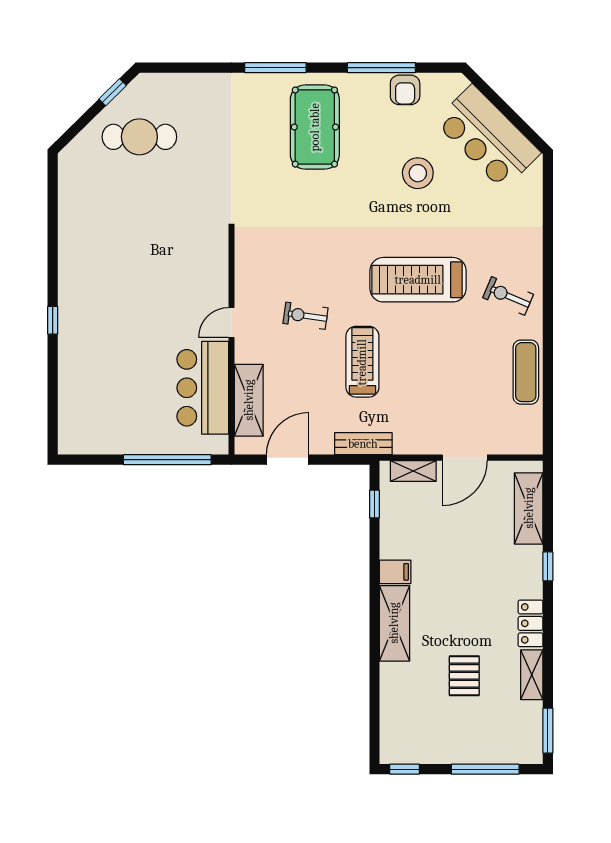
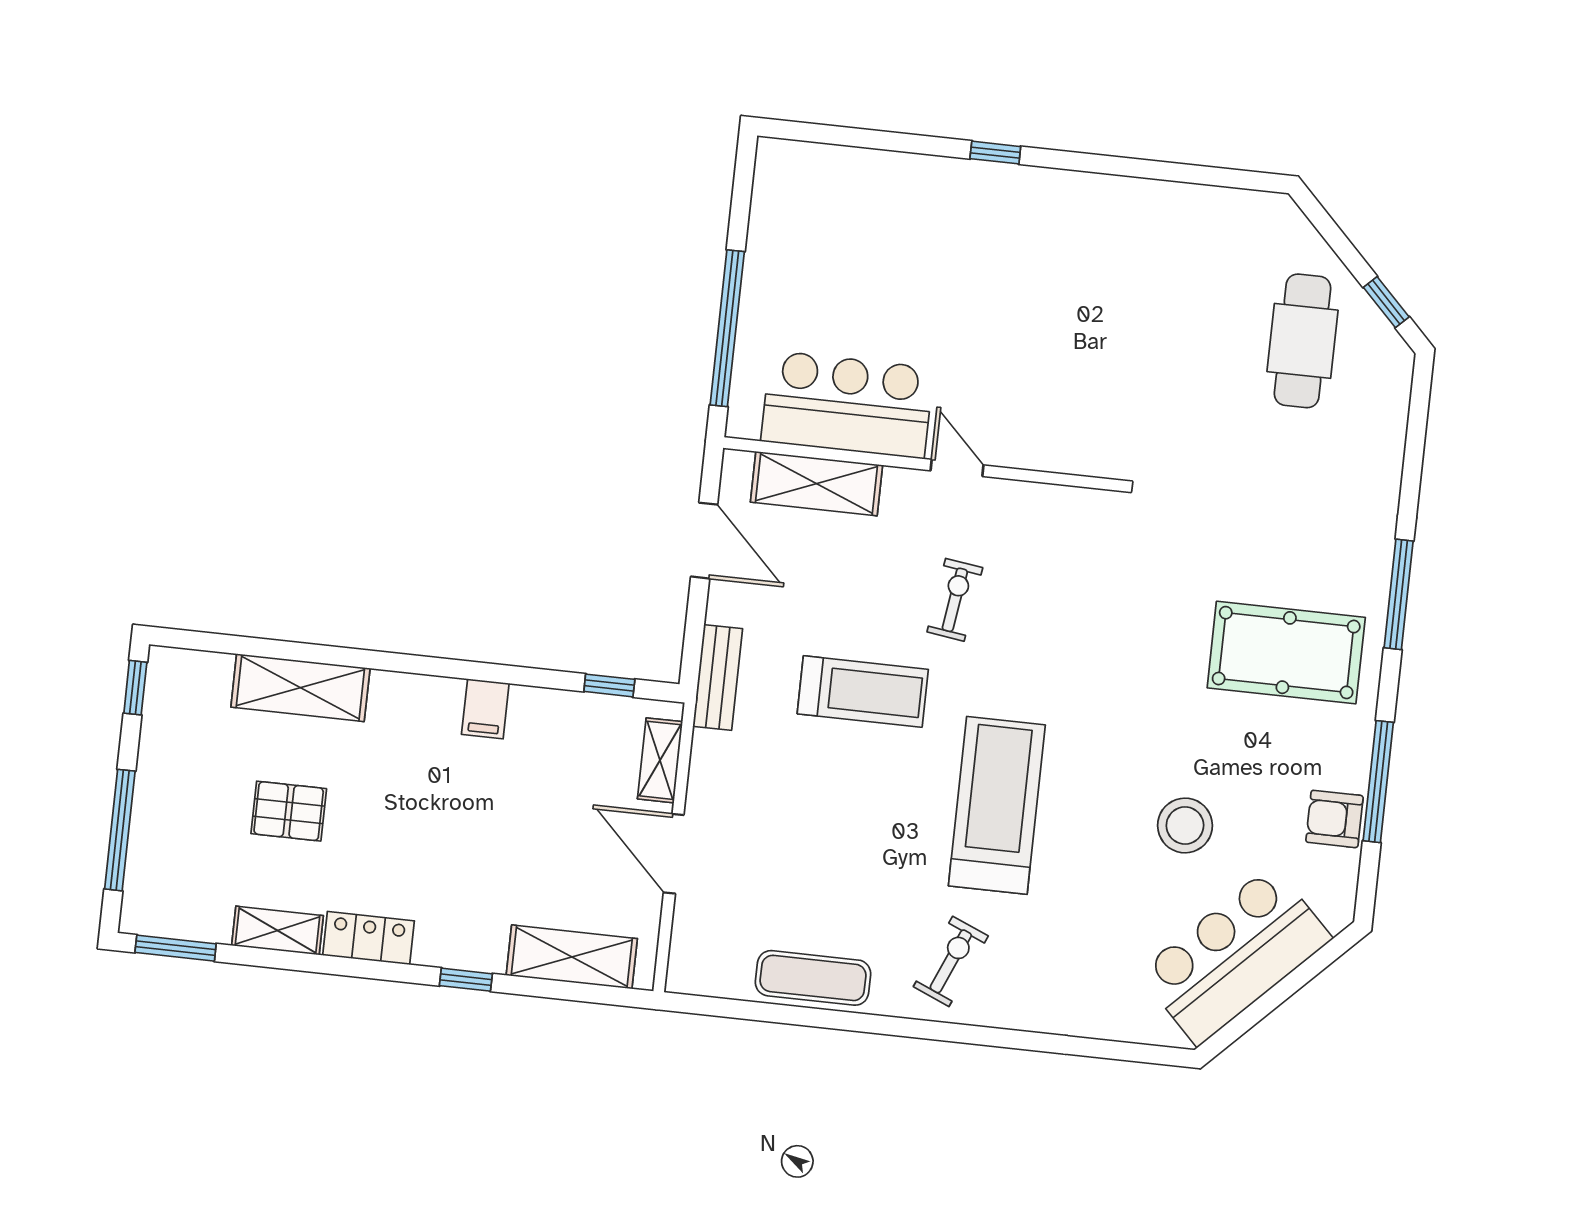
shelving: (394, 623) -> (300, 688), moved

